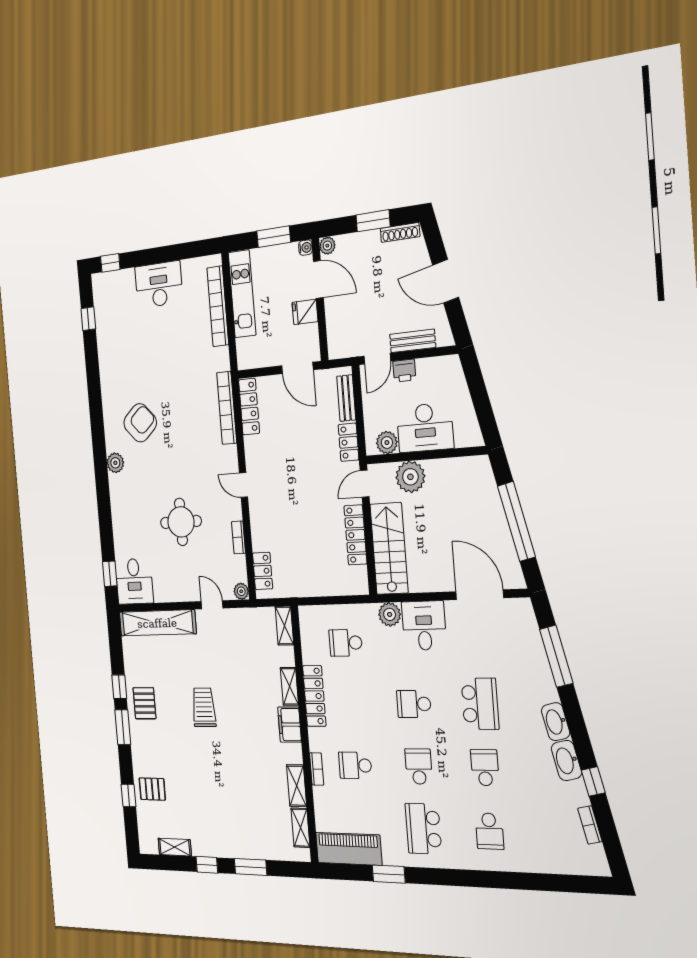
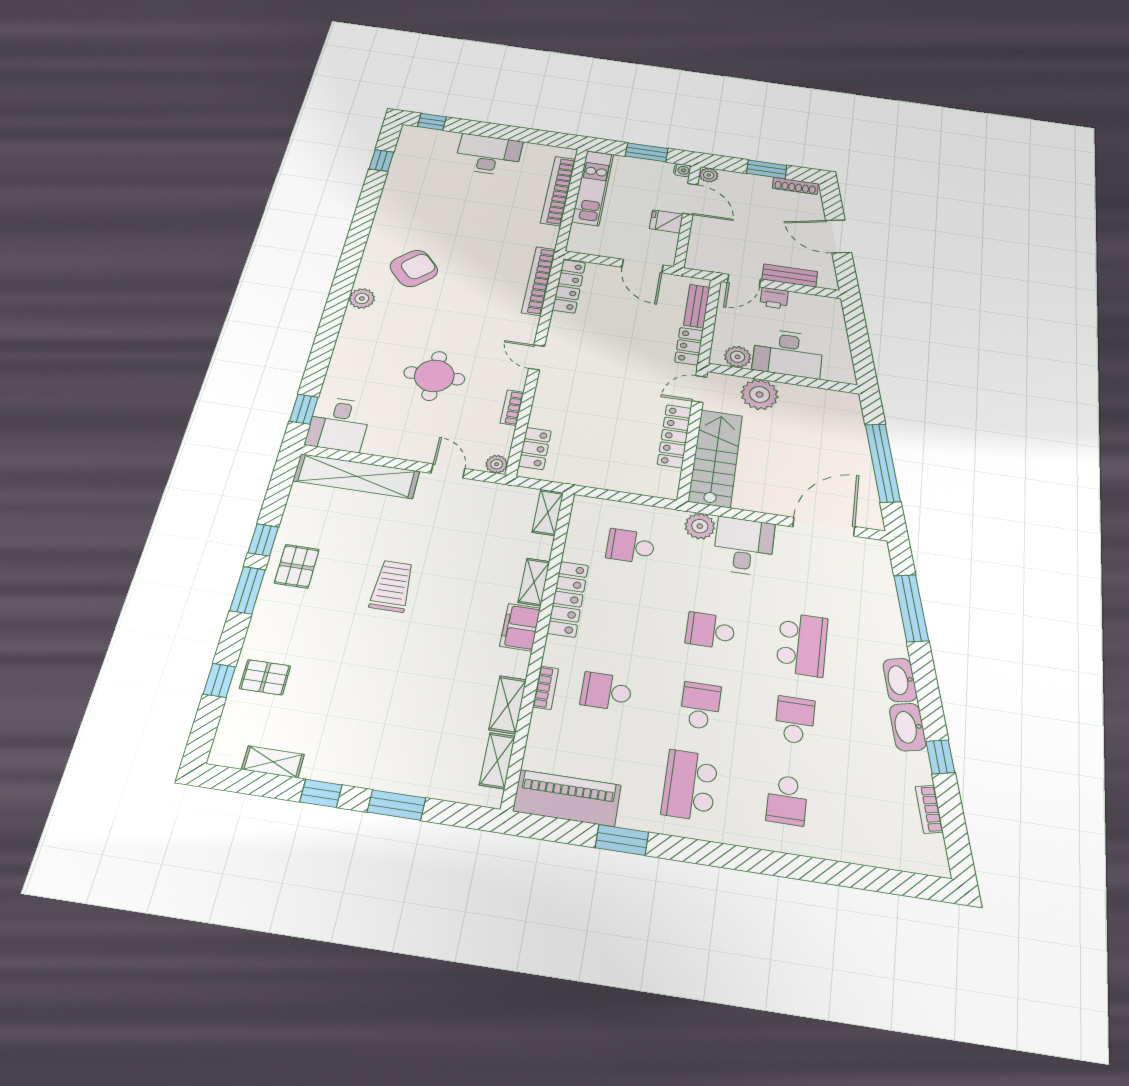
door: (480, 595) -> (824, 527), hinge flipped

